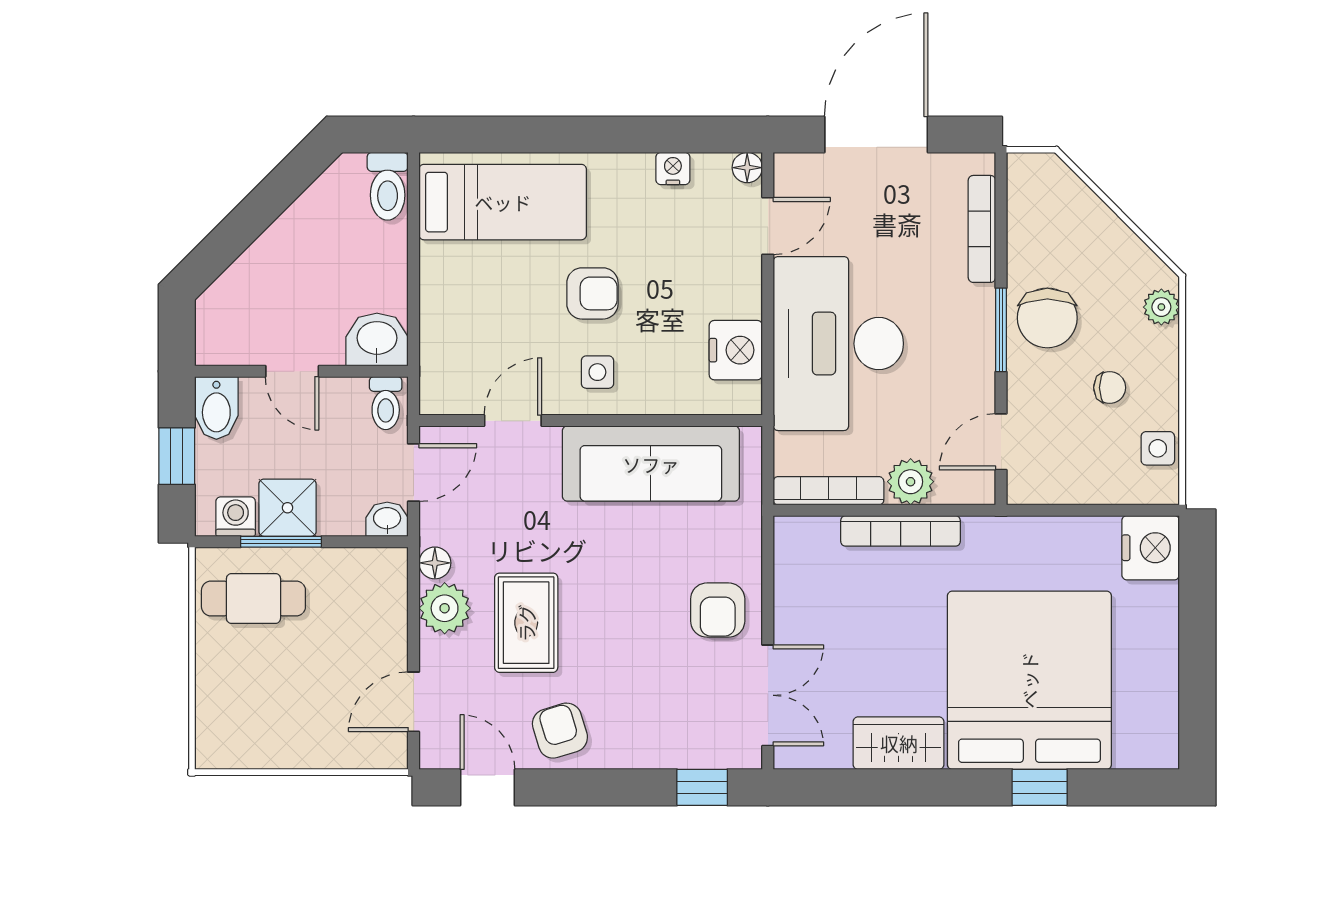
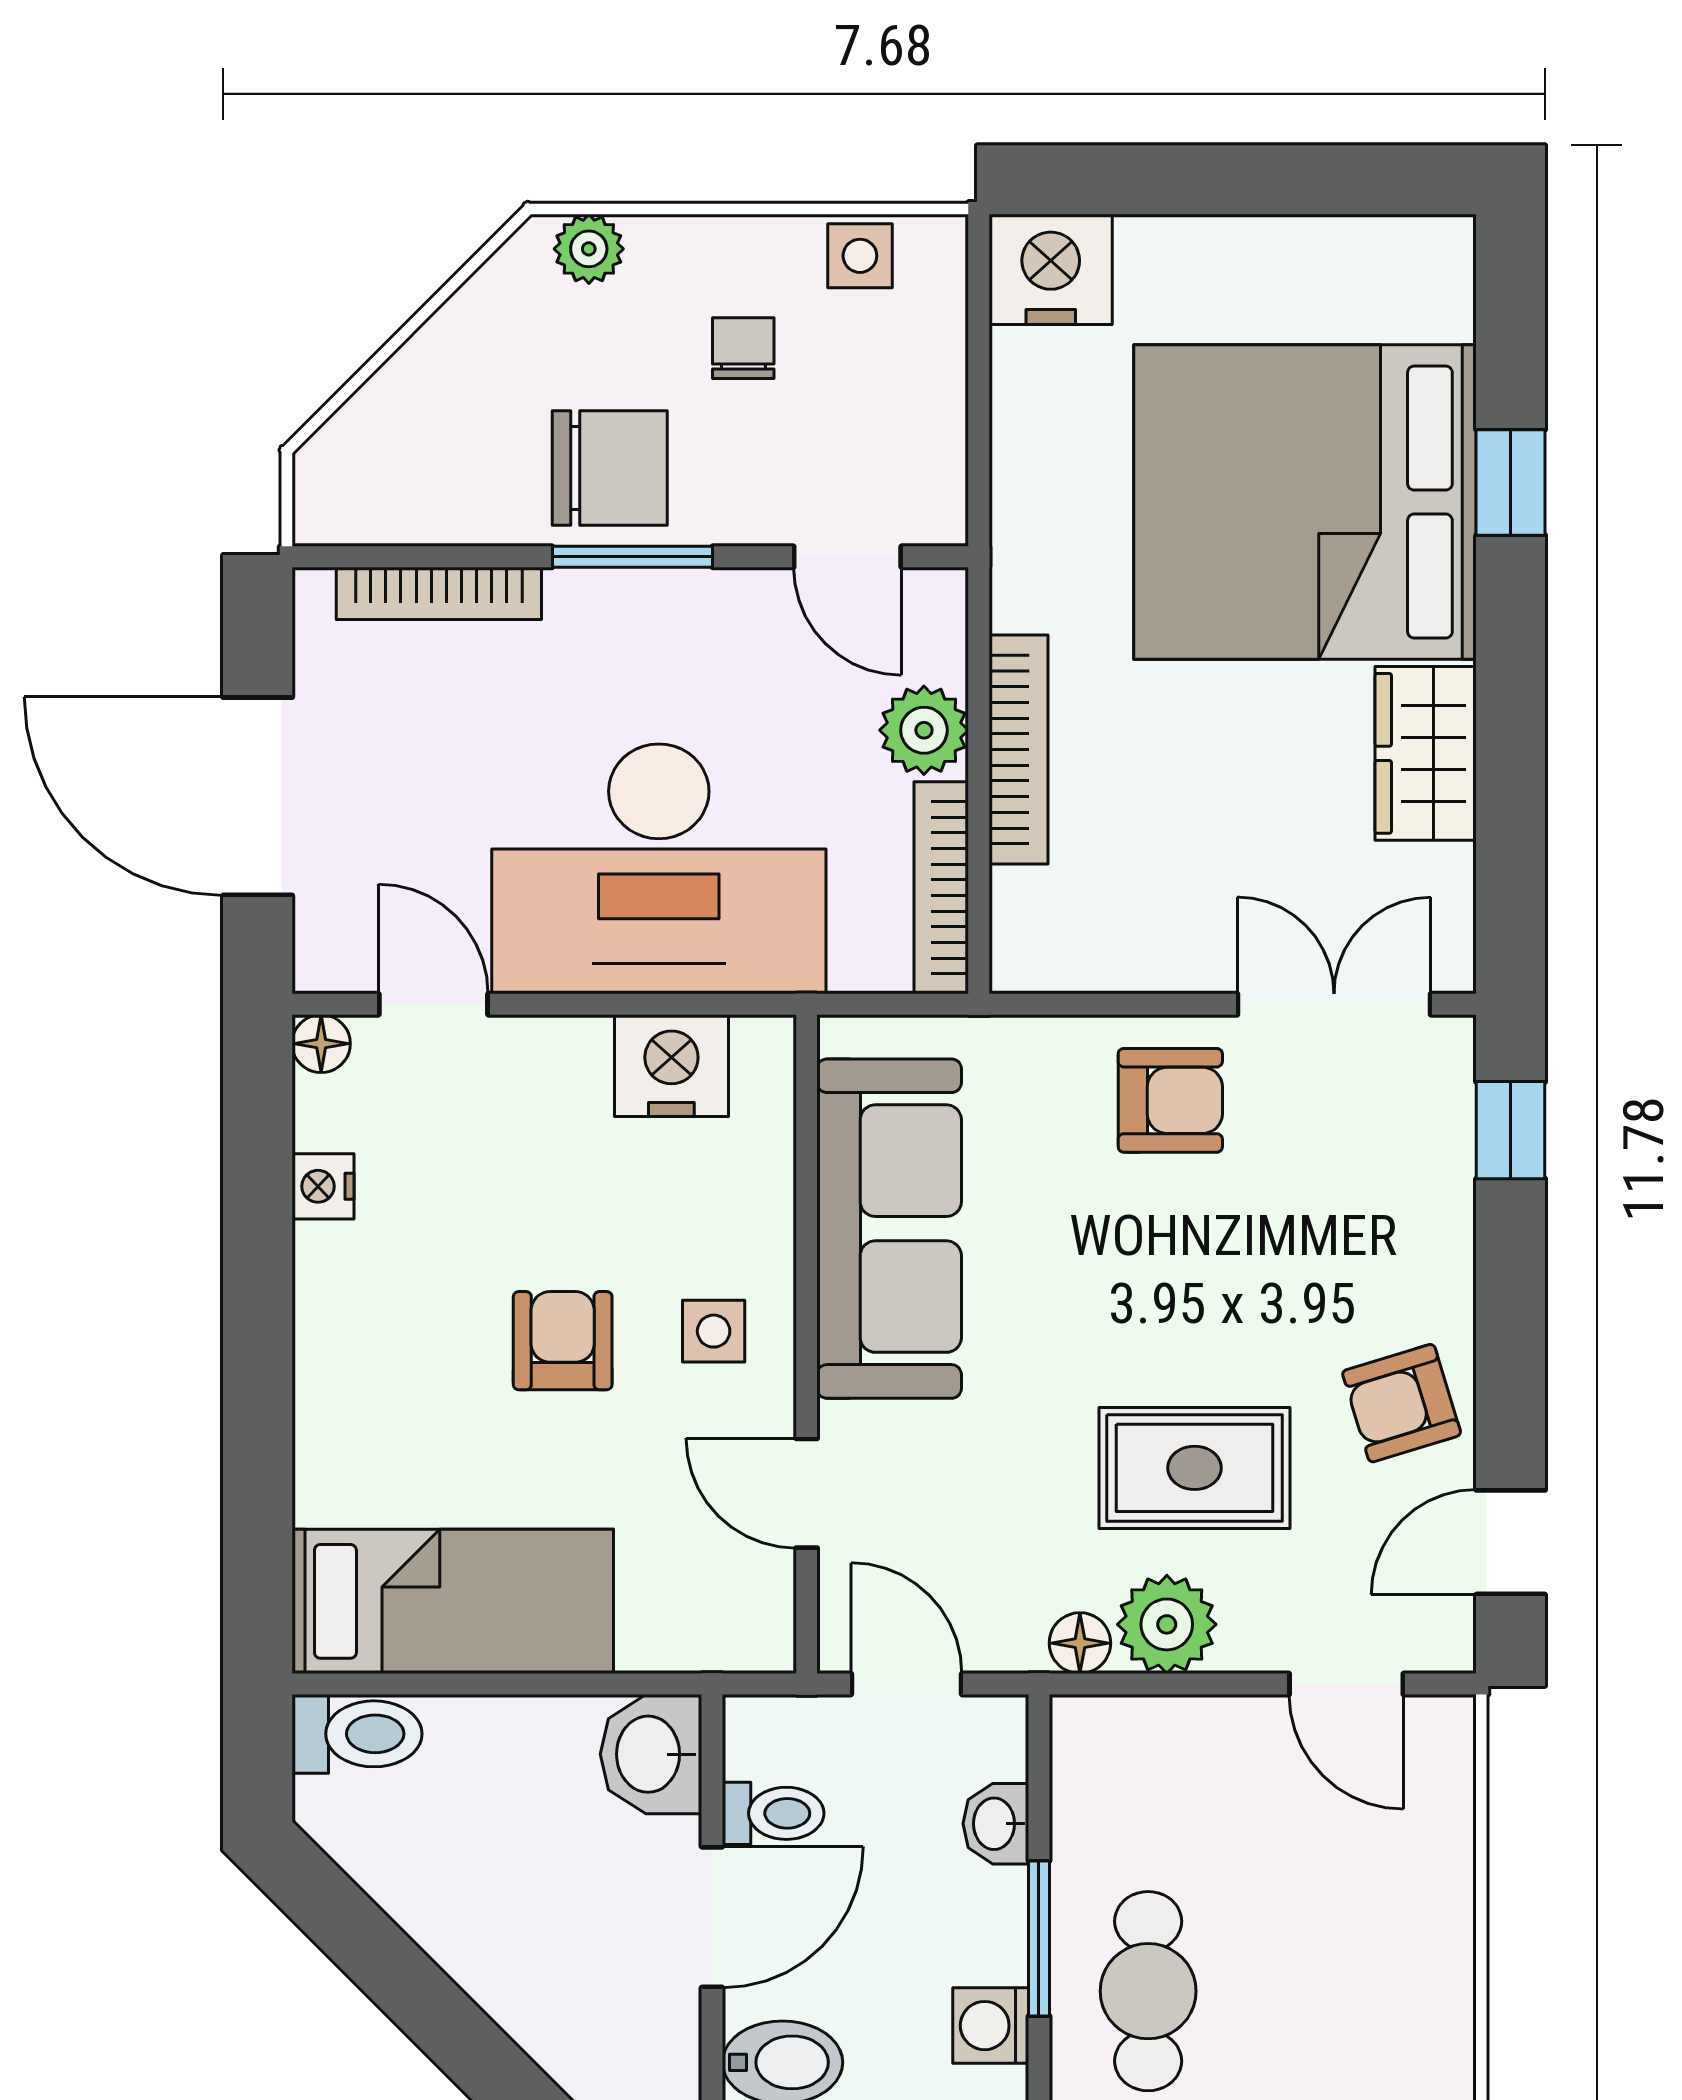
bed: (503, 202) -> (453, 1601), moved, turned 90
door: (292, 371) -> (712, 1917), width x1.38
toilet: (386, 403) -> (773, 1813), moved
shower: (287, 508) -> (974, 1926), removed
washbasin: (387, 519) -> (996, 1824), moved

